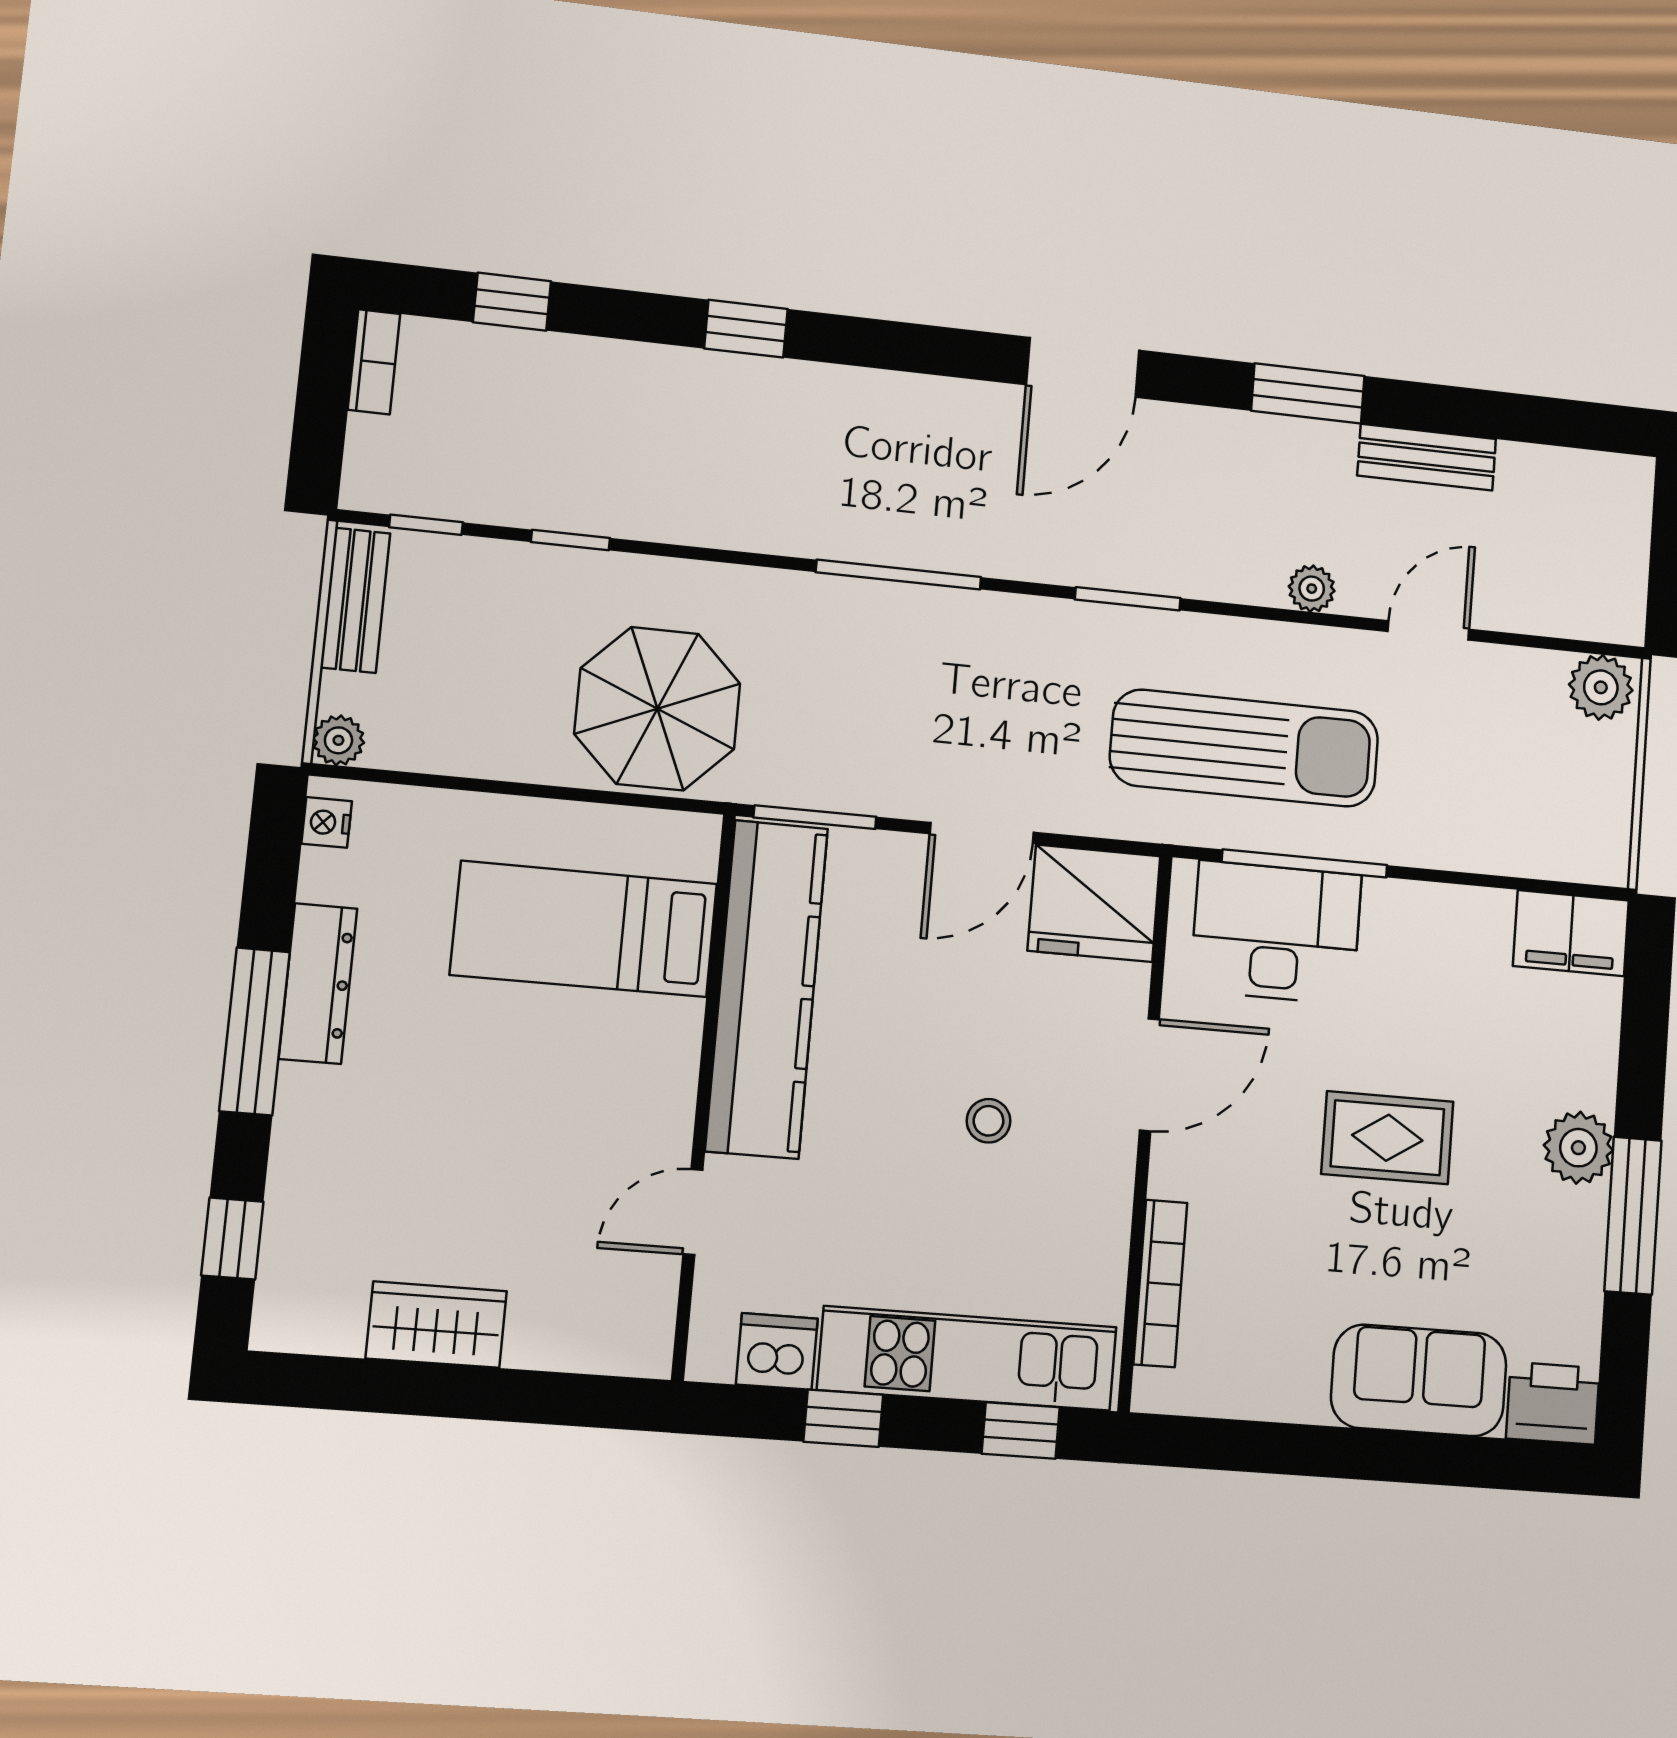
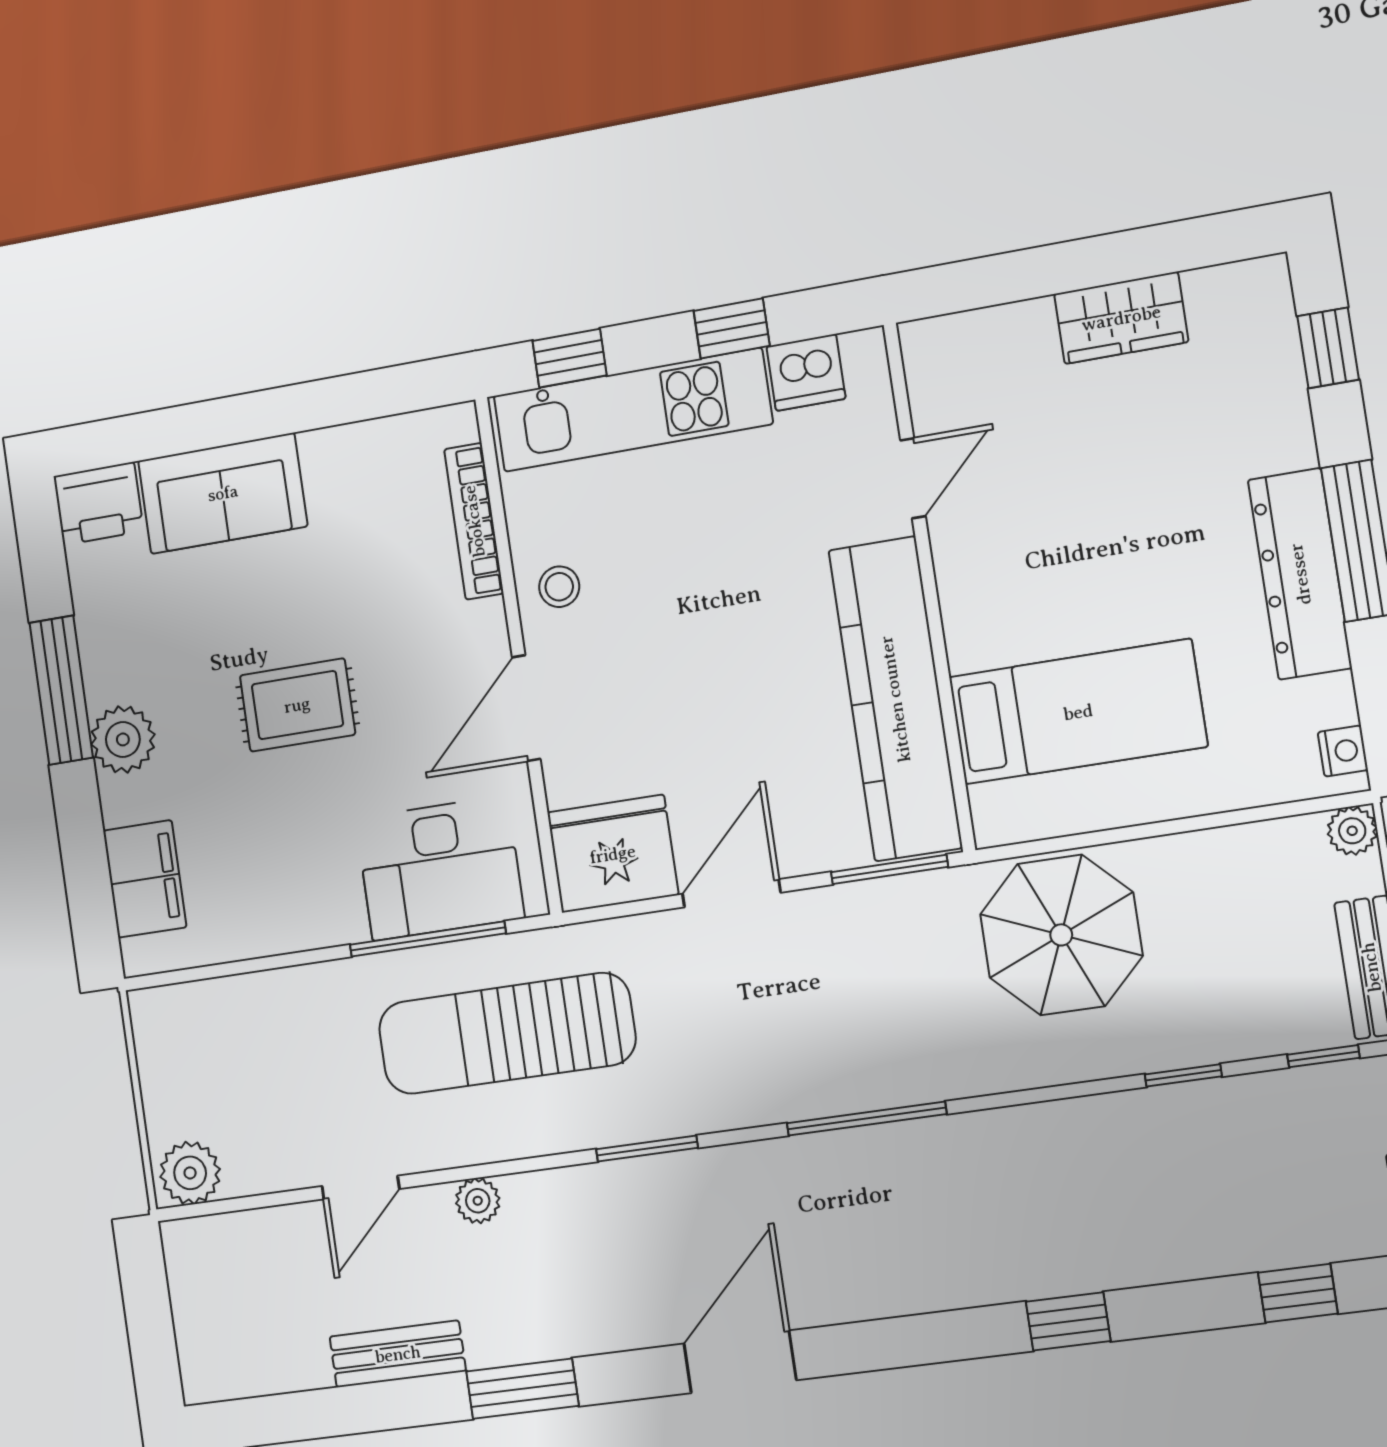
filing cabinet: (1571, 933) -> (145, 879), moved, turned 90
dresser: (318, 984) -> (1300, 574), width x1.37, depth x1.24
stool: (989, 1121) -> (559, 587), moved

